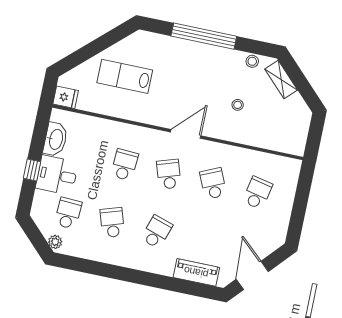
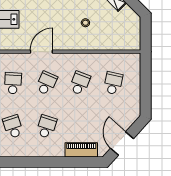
door: (186, 134) -> (41, 52), moved
school desk: (169, 174) -> (46, 83), turned 42
school desk: (213, 183) -> (80, 83), turned 45

